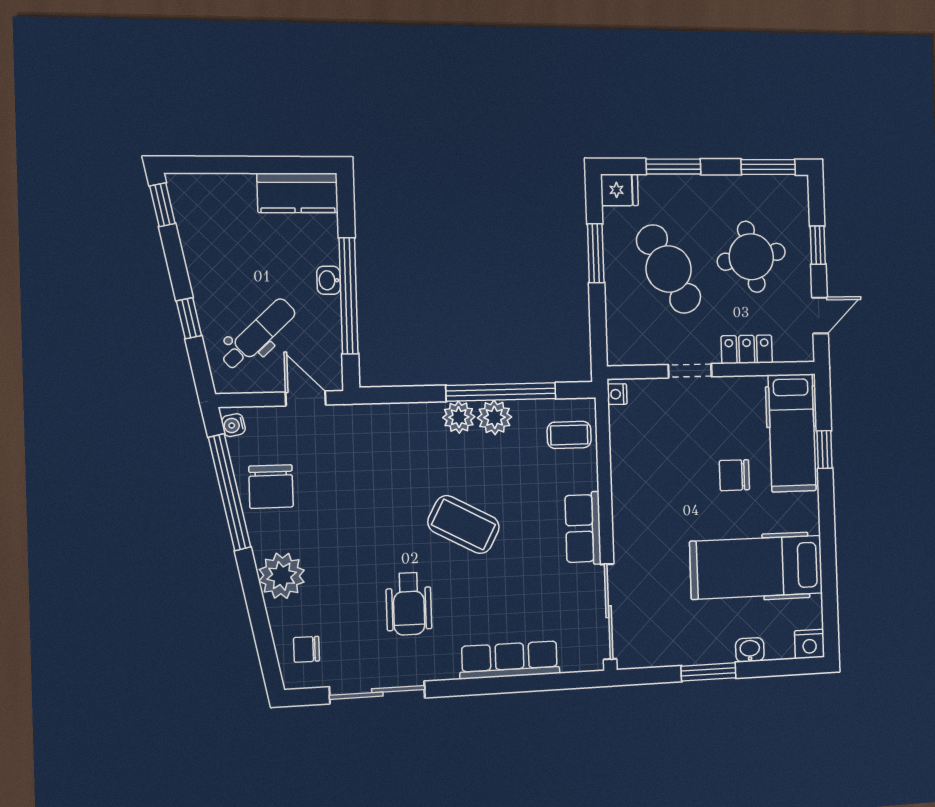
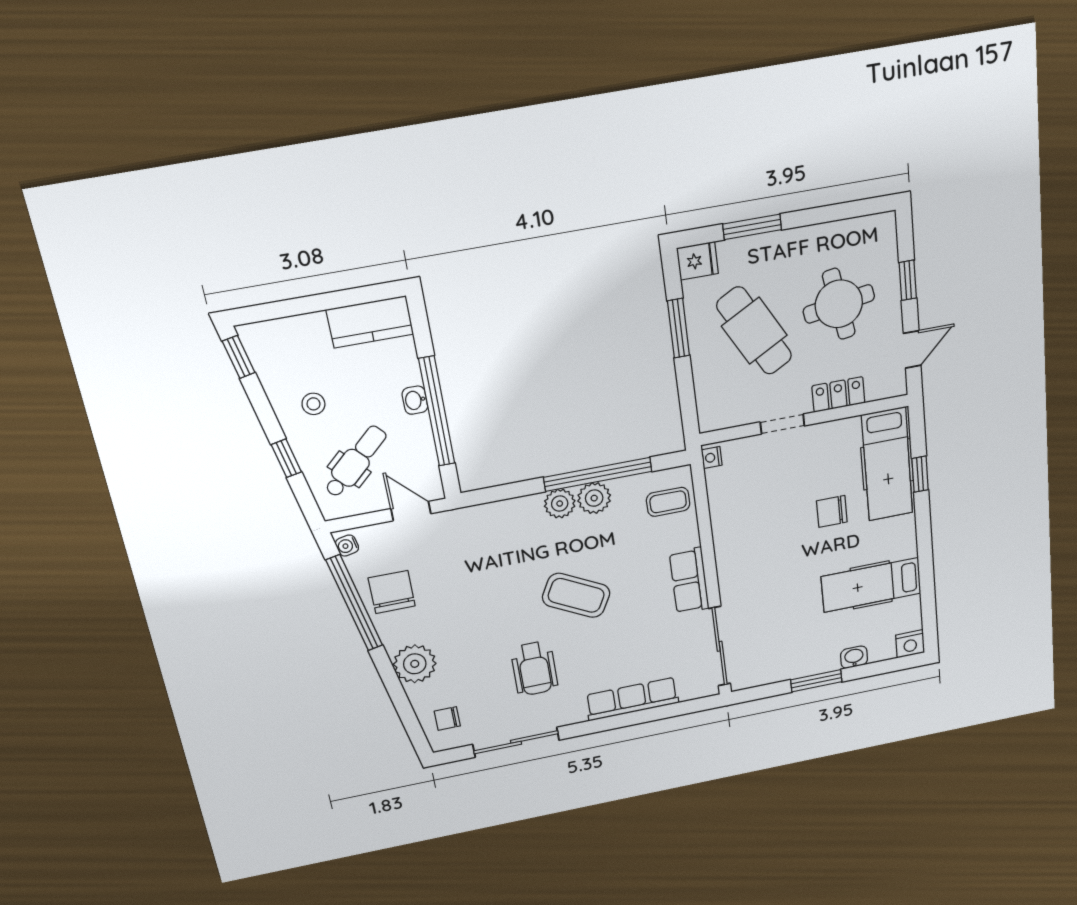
window: (768, 167) -> (853, 209), removed
stool: (227, 266) -> (313, 404), added
chair: (271, 486) -> (392, 592), turned 180
hospital bed: (756, 567) -> (871, 585), width x0.73, depth x0.78

